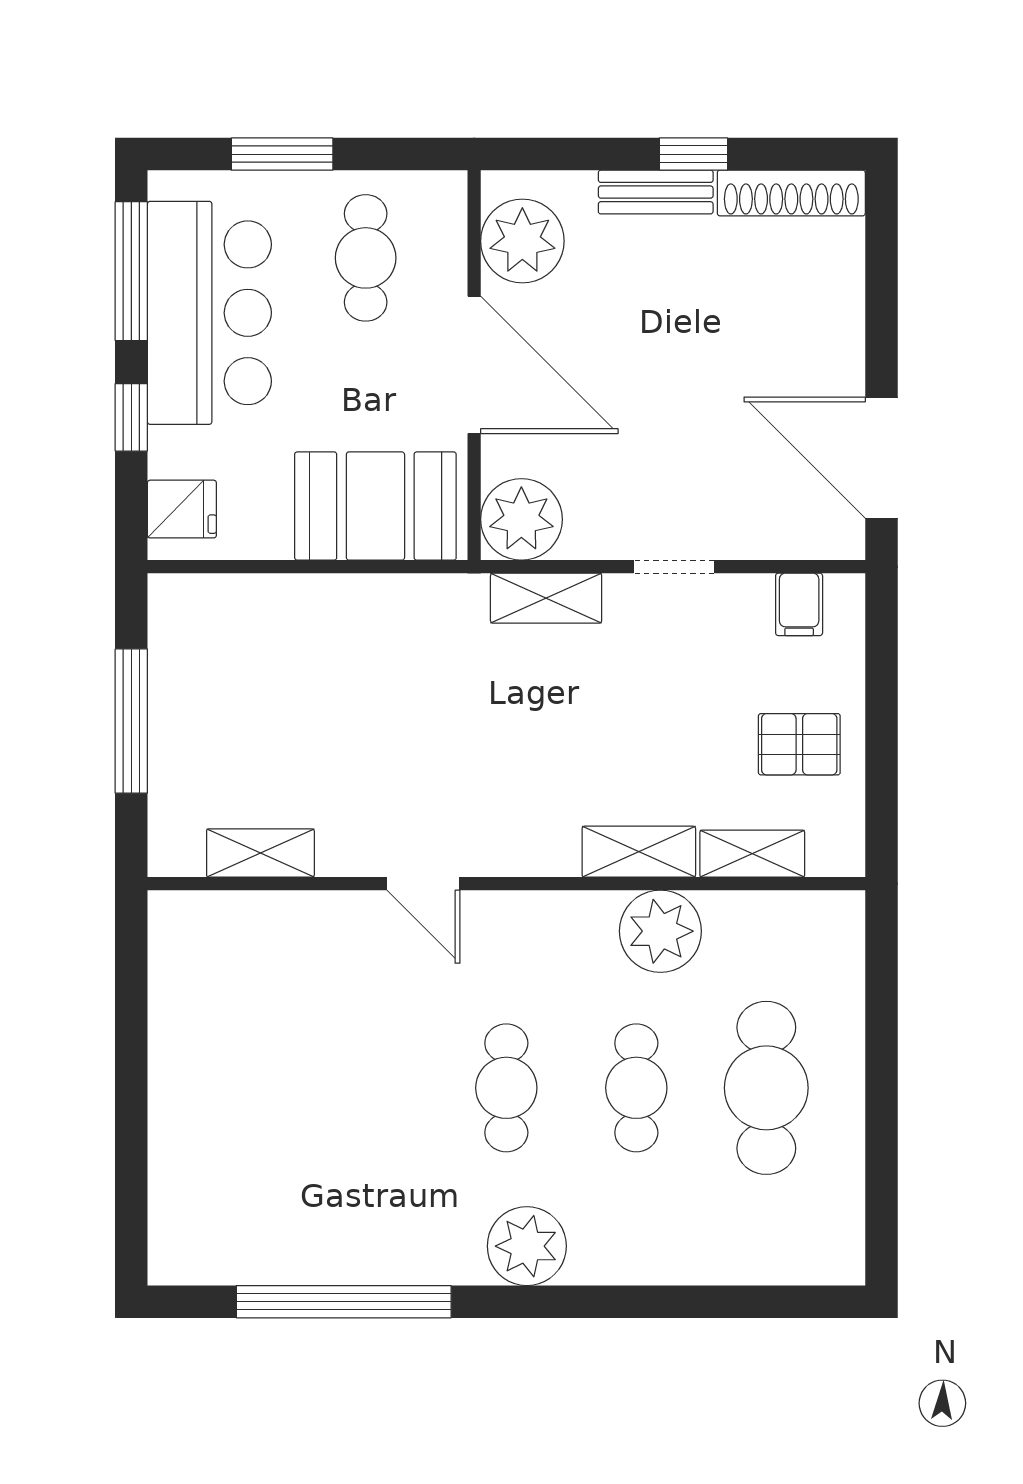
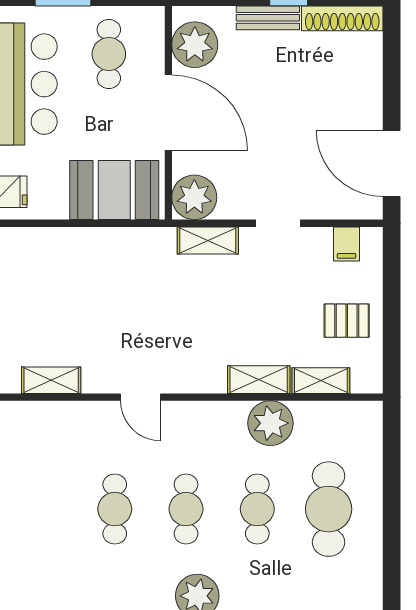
cafe table: (376, 1088) -> (115, 509), added

